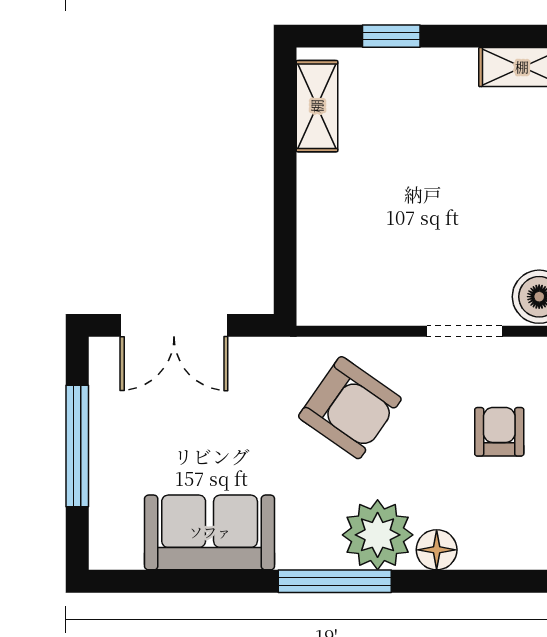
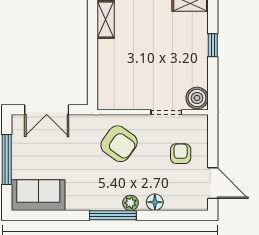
sofa: (210, 532) -> (38, 195), moved
plant: (378, 535) -> (130, 203), width x0.53, depth x0.53

